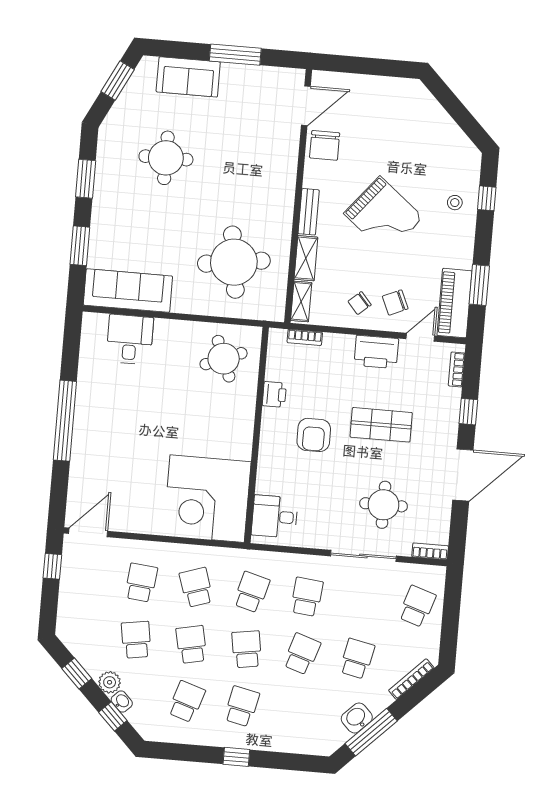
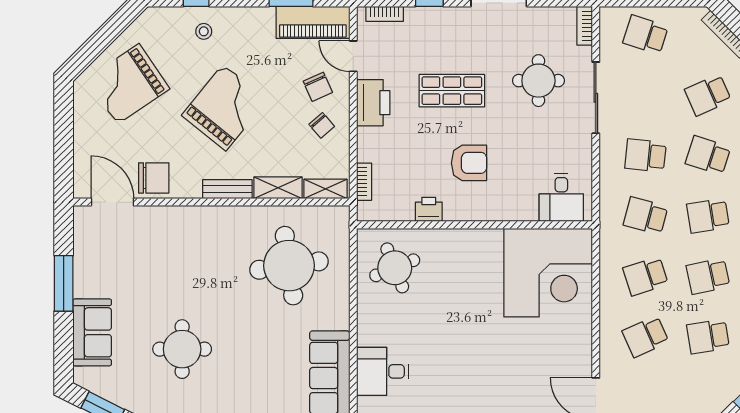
grand piano: (413, 129) -> (128, 84), added
shop shelf: (381, 425) -> (452, 91), turned 90
school desk: (141, 583) -> (646, 337), turned -30
school desk: (357, 659) -> (708, 95), turned -36

